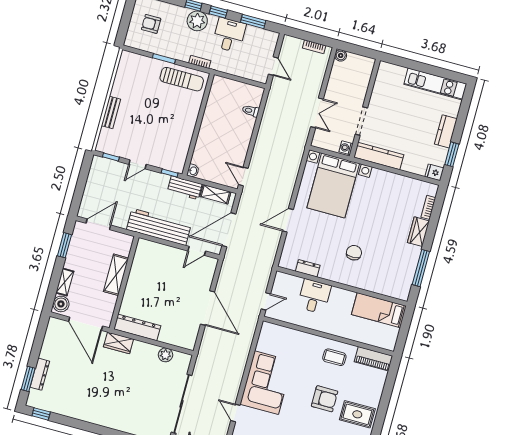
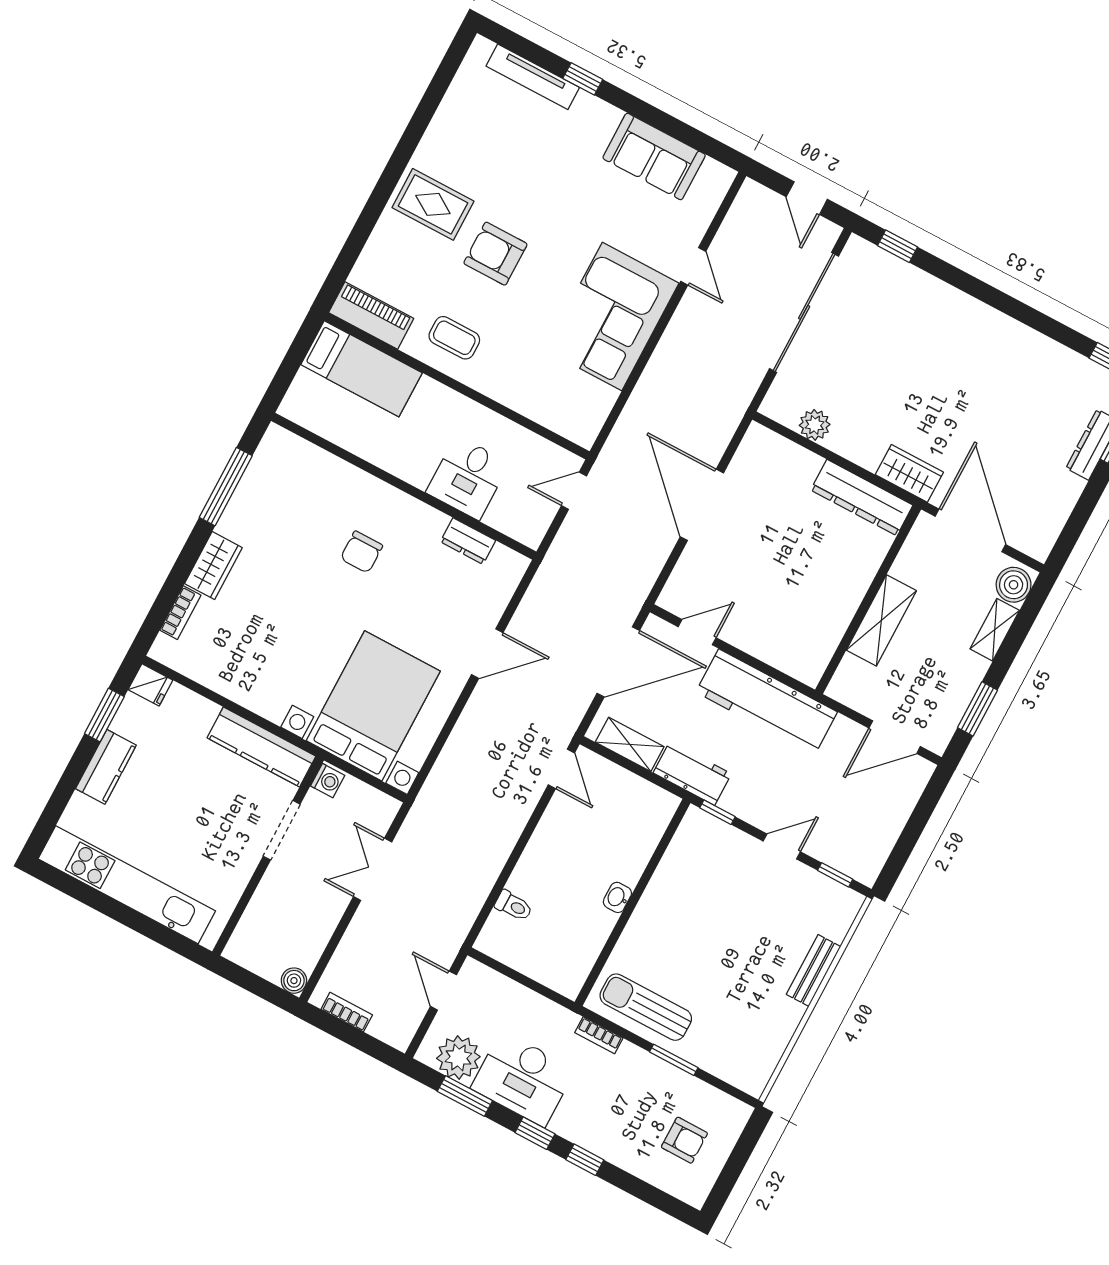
plant: (197, 21) -> (458, 1057), moved
desk: (229, 35) -> (523, 1079), width x1.37
kitchen unit: (435, 84) -> (127, 885), width x1.36
washbasin: (193, 171) -> (617, 897), moved
bed: (379, 310) -> (362, 369), moved

